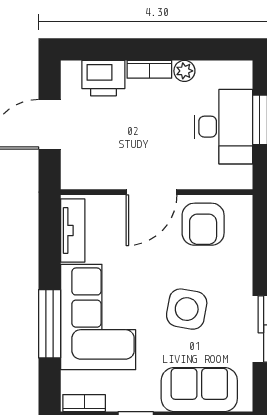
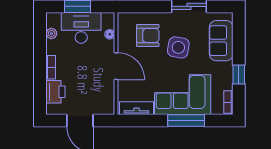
plant: (184, 71) -> (51, 34), moved
floor lamp: (211, 180) -> (110, 34), added
armchair: (203, 224) -> (148, 35), moved

